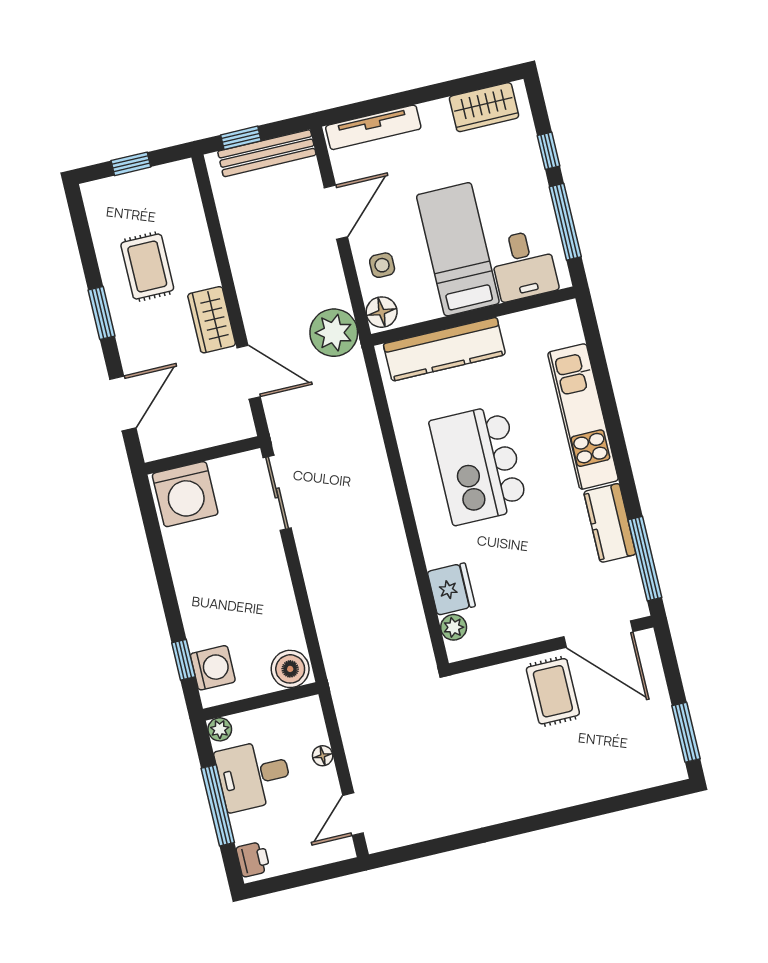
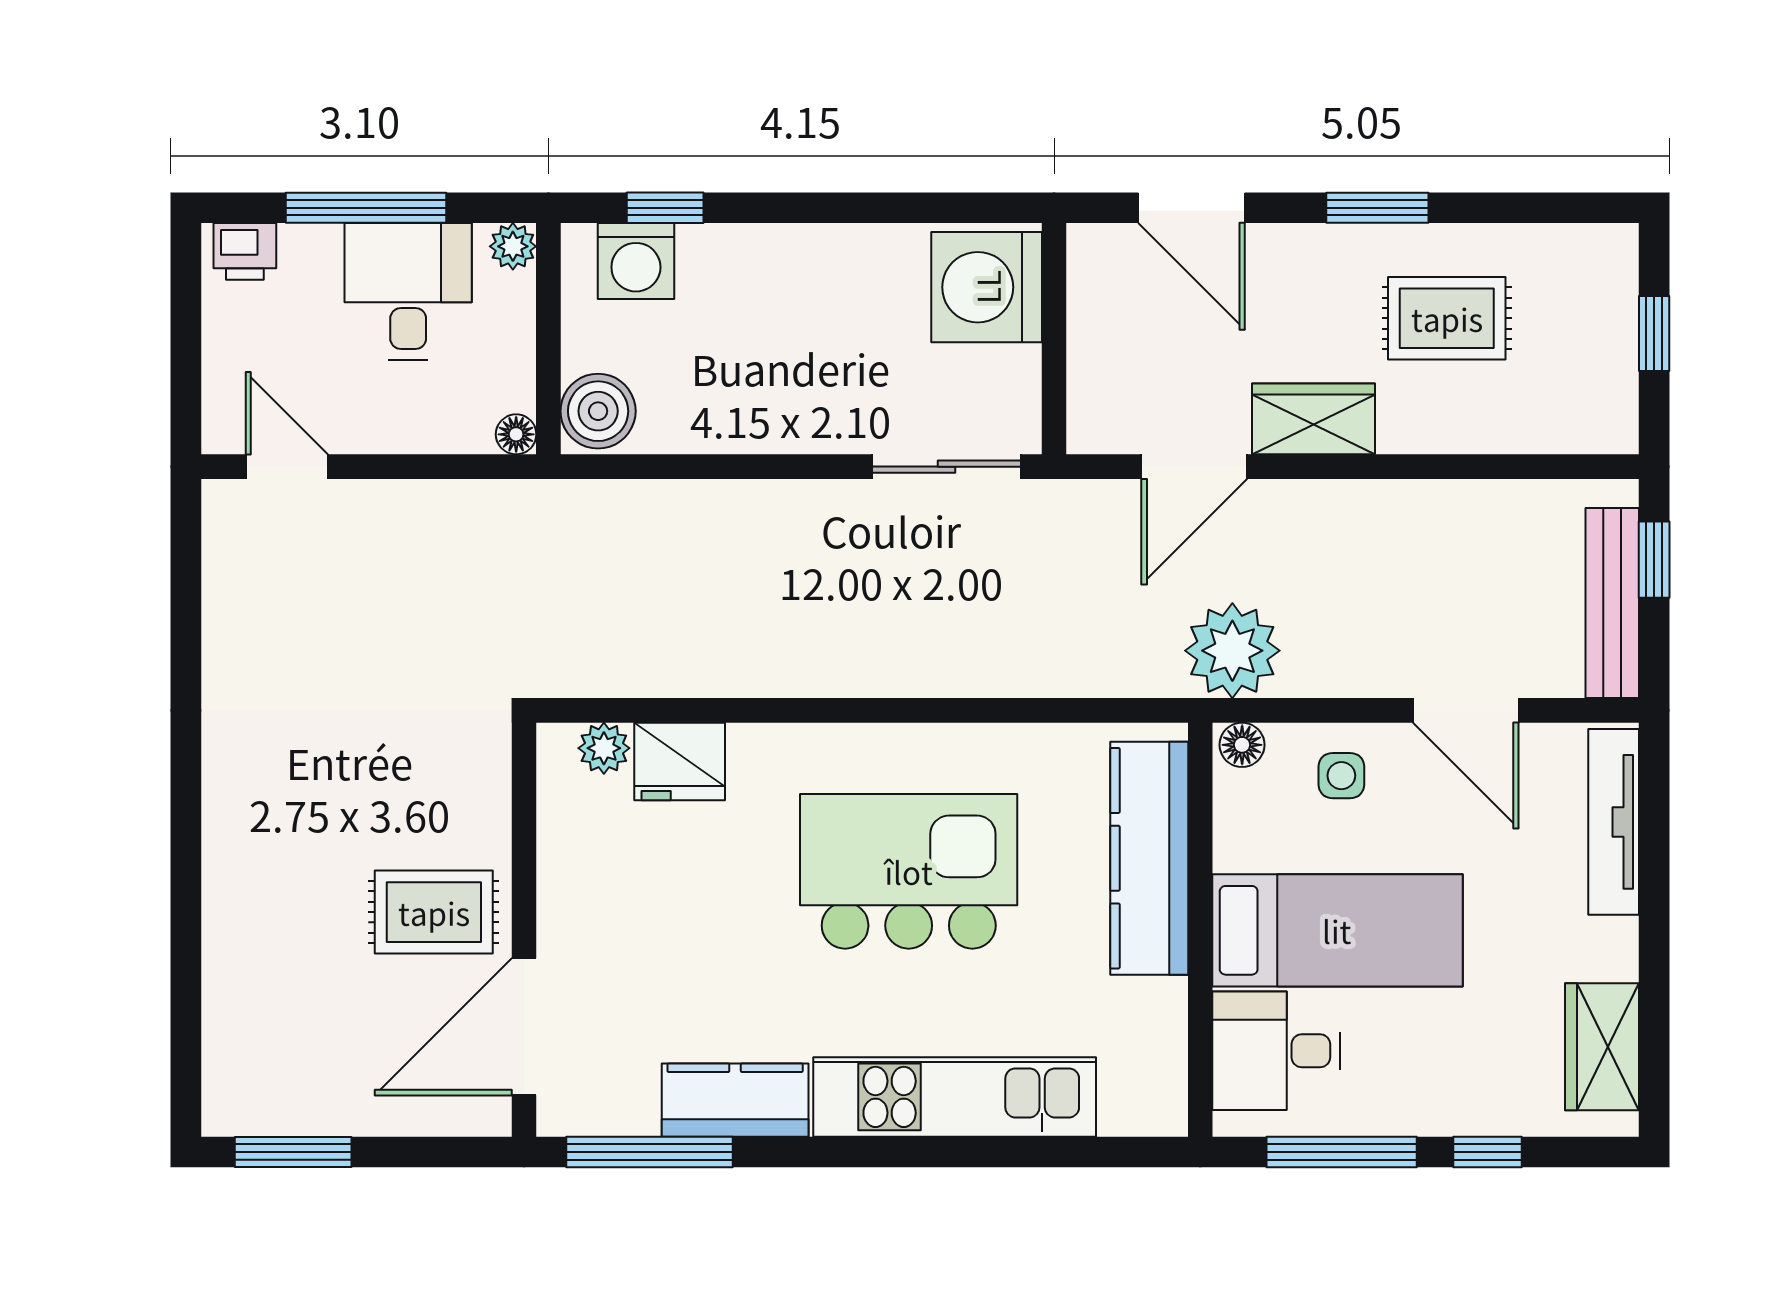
floor lamp: (382, 312) -> (1242, 745), width x0.73, depth x0.73
floor lamp: (323, 756) -> (516, 434), moved

